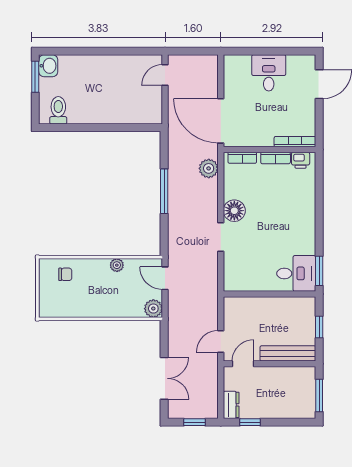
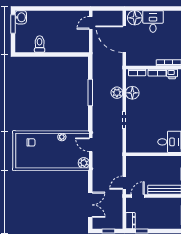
floor lamp: (238, 67) -> (135, 18), added
toilet: (58, 110) -> (40, 44), moved
door: (221, 121) -> (124, 39), moved
plant: (209, 168) -> (117, 93), moved
floor lamp: (234, 211) -> (132, 93), moved

